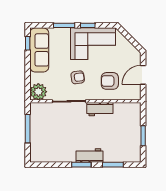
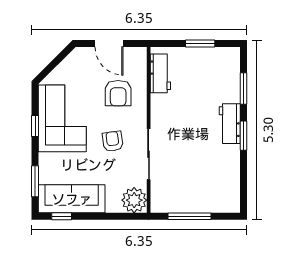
window: (64, 25) -> (35, 181), moved
workbench: (100, 109) -> (160, 73), moved

